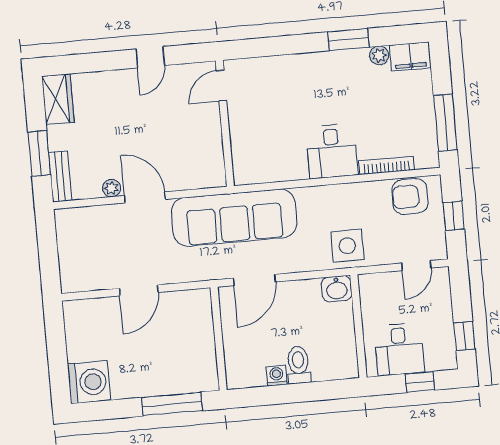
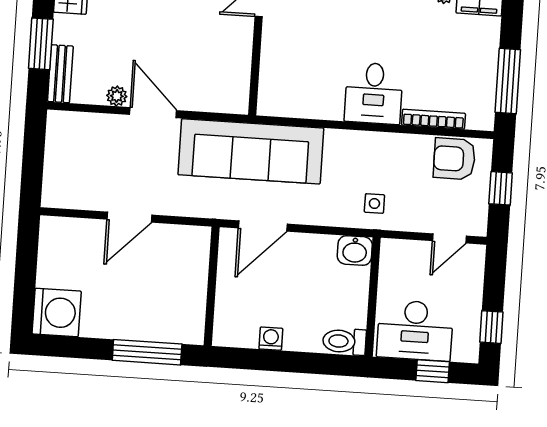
side table: (347, 246) -> (374, 204), width x0.54, depth x0.54
desk: (399, 349) -> (415, 330), width x1.37
toilet: (298, 365) -> (344, 341), moved, turned -90

